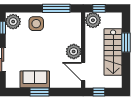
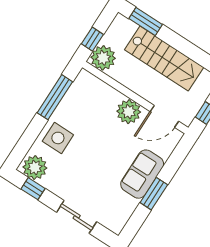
window: (126, 42) -> (146, 22), moved
sofa: (35, 79) -> (142, 174), moved

